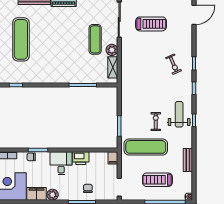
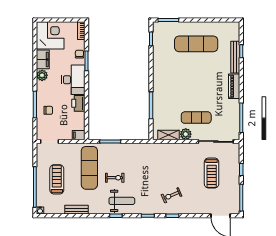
desk: (61, 163) -> (73, 80), width x1.37

